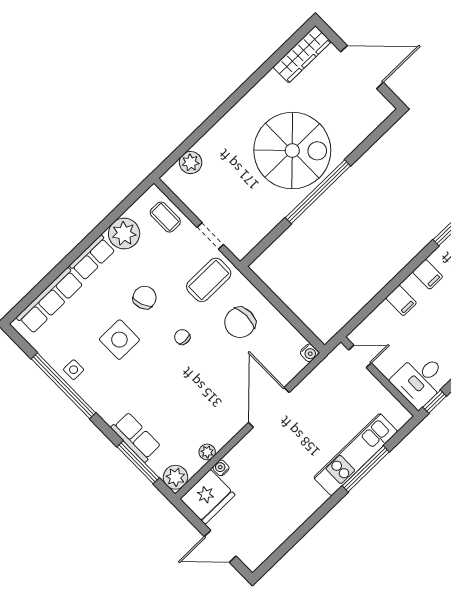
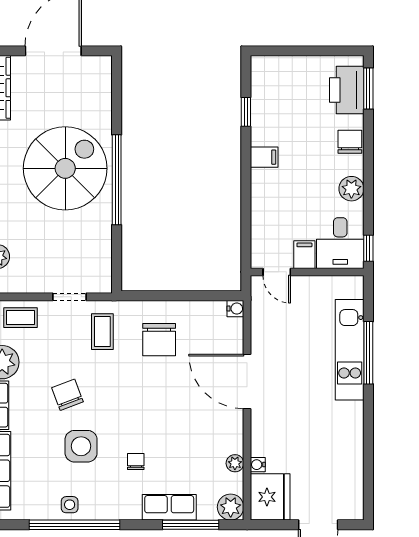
coffee table: (209, 280) -> (102, 332), width x0.73, depth x0.77
filing cabinet: (401, 300) -> (304, 255), moved, turned -90
chair: (182, 337) -> (136, 462), moved, turned 90
door: (360, 356) -> (277, 272), swing flipped

